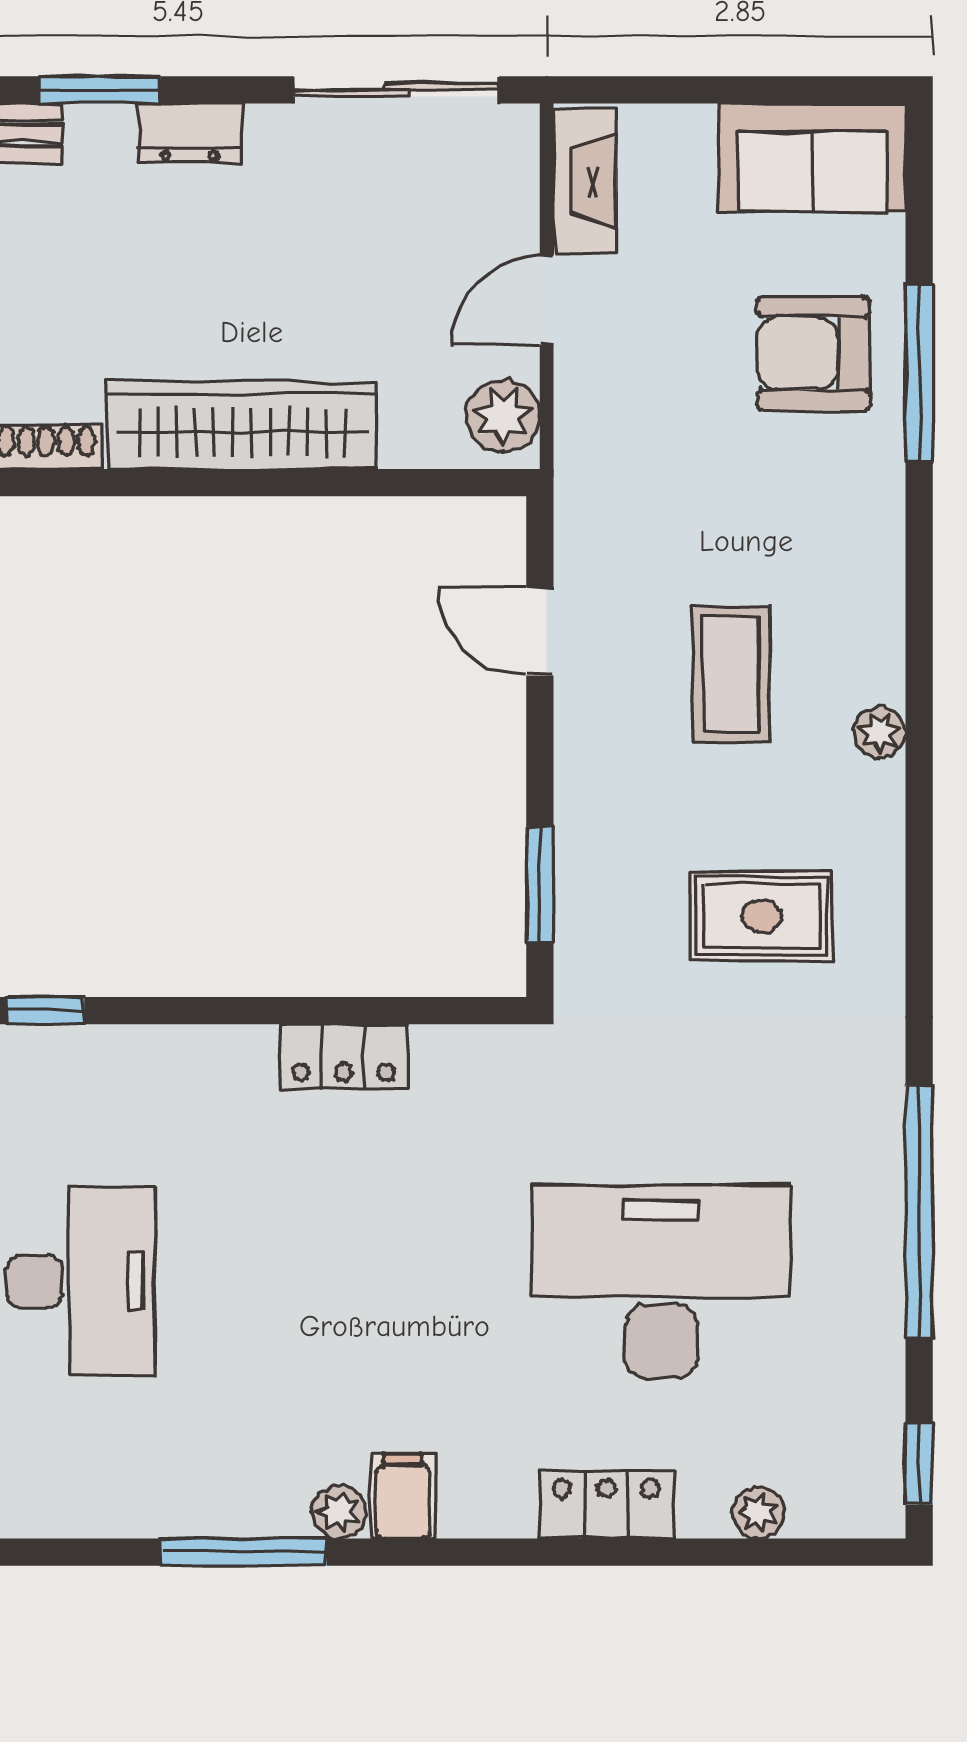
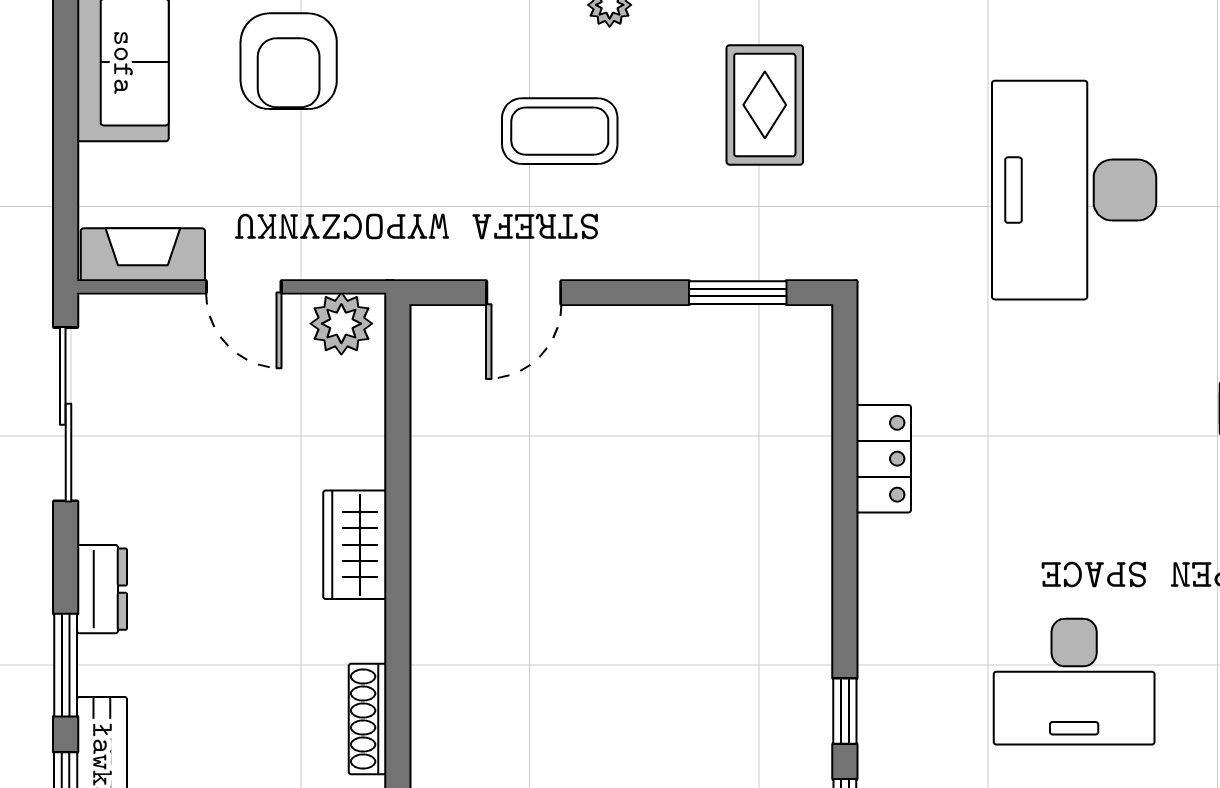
wardrobe: (242, 425) -> (355, 545), width x0.48, depth x0.85
desk: (80, 1281) -> (1074, 682), turned 180

